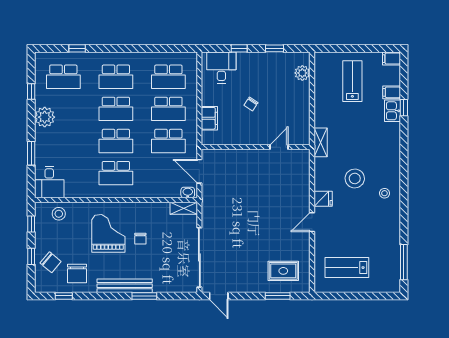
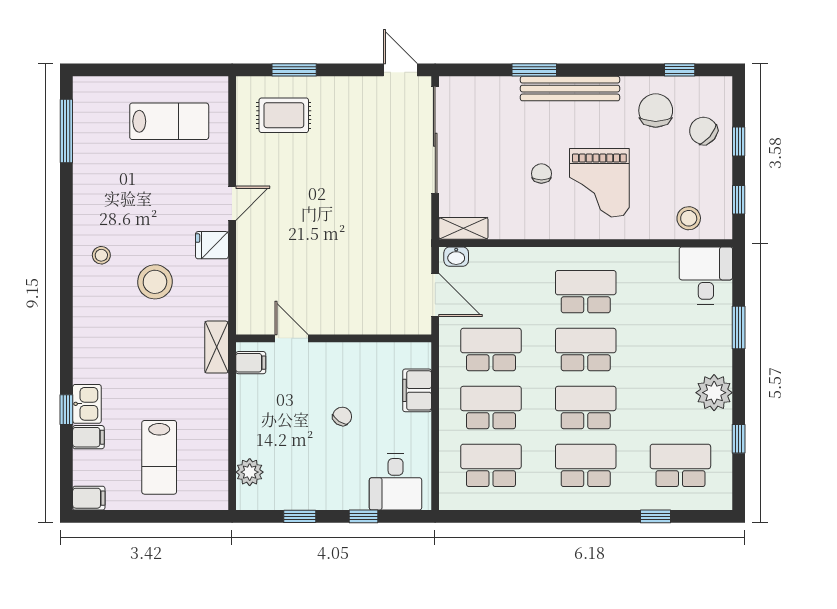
filing cabinet: (302, 134) -> (251, 363), added
door: (279, 147) -> (292, 338), swing flipped

